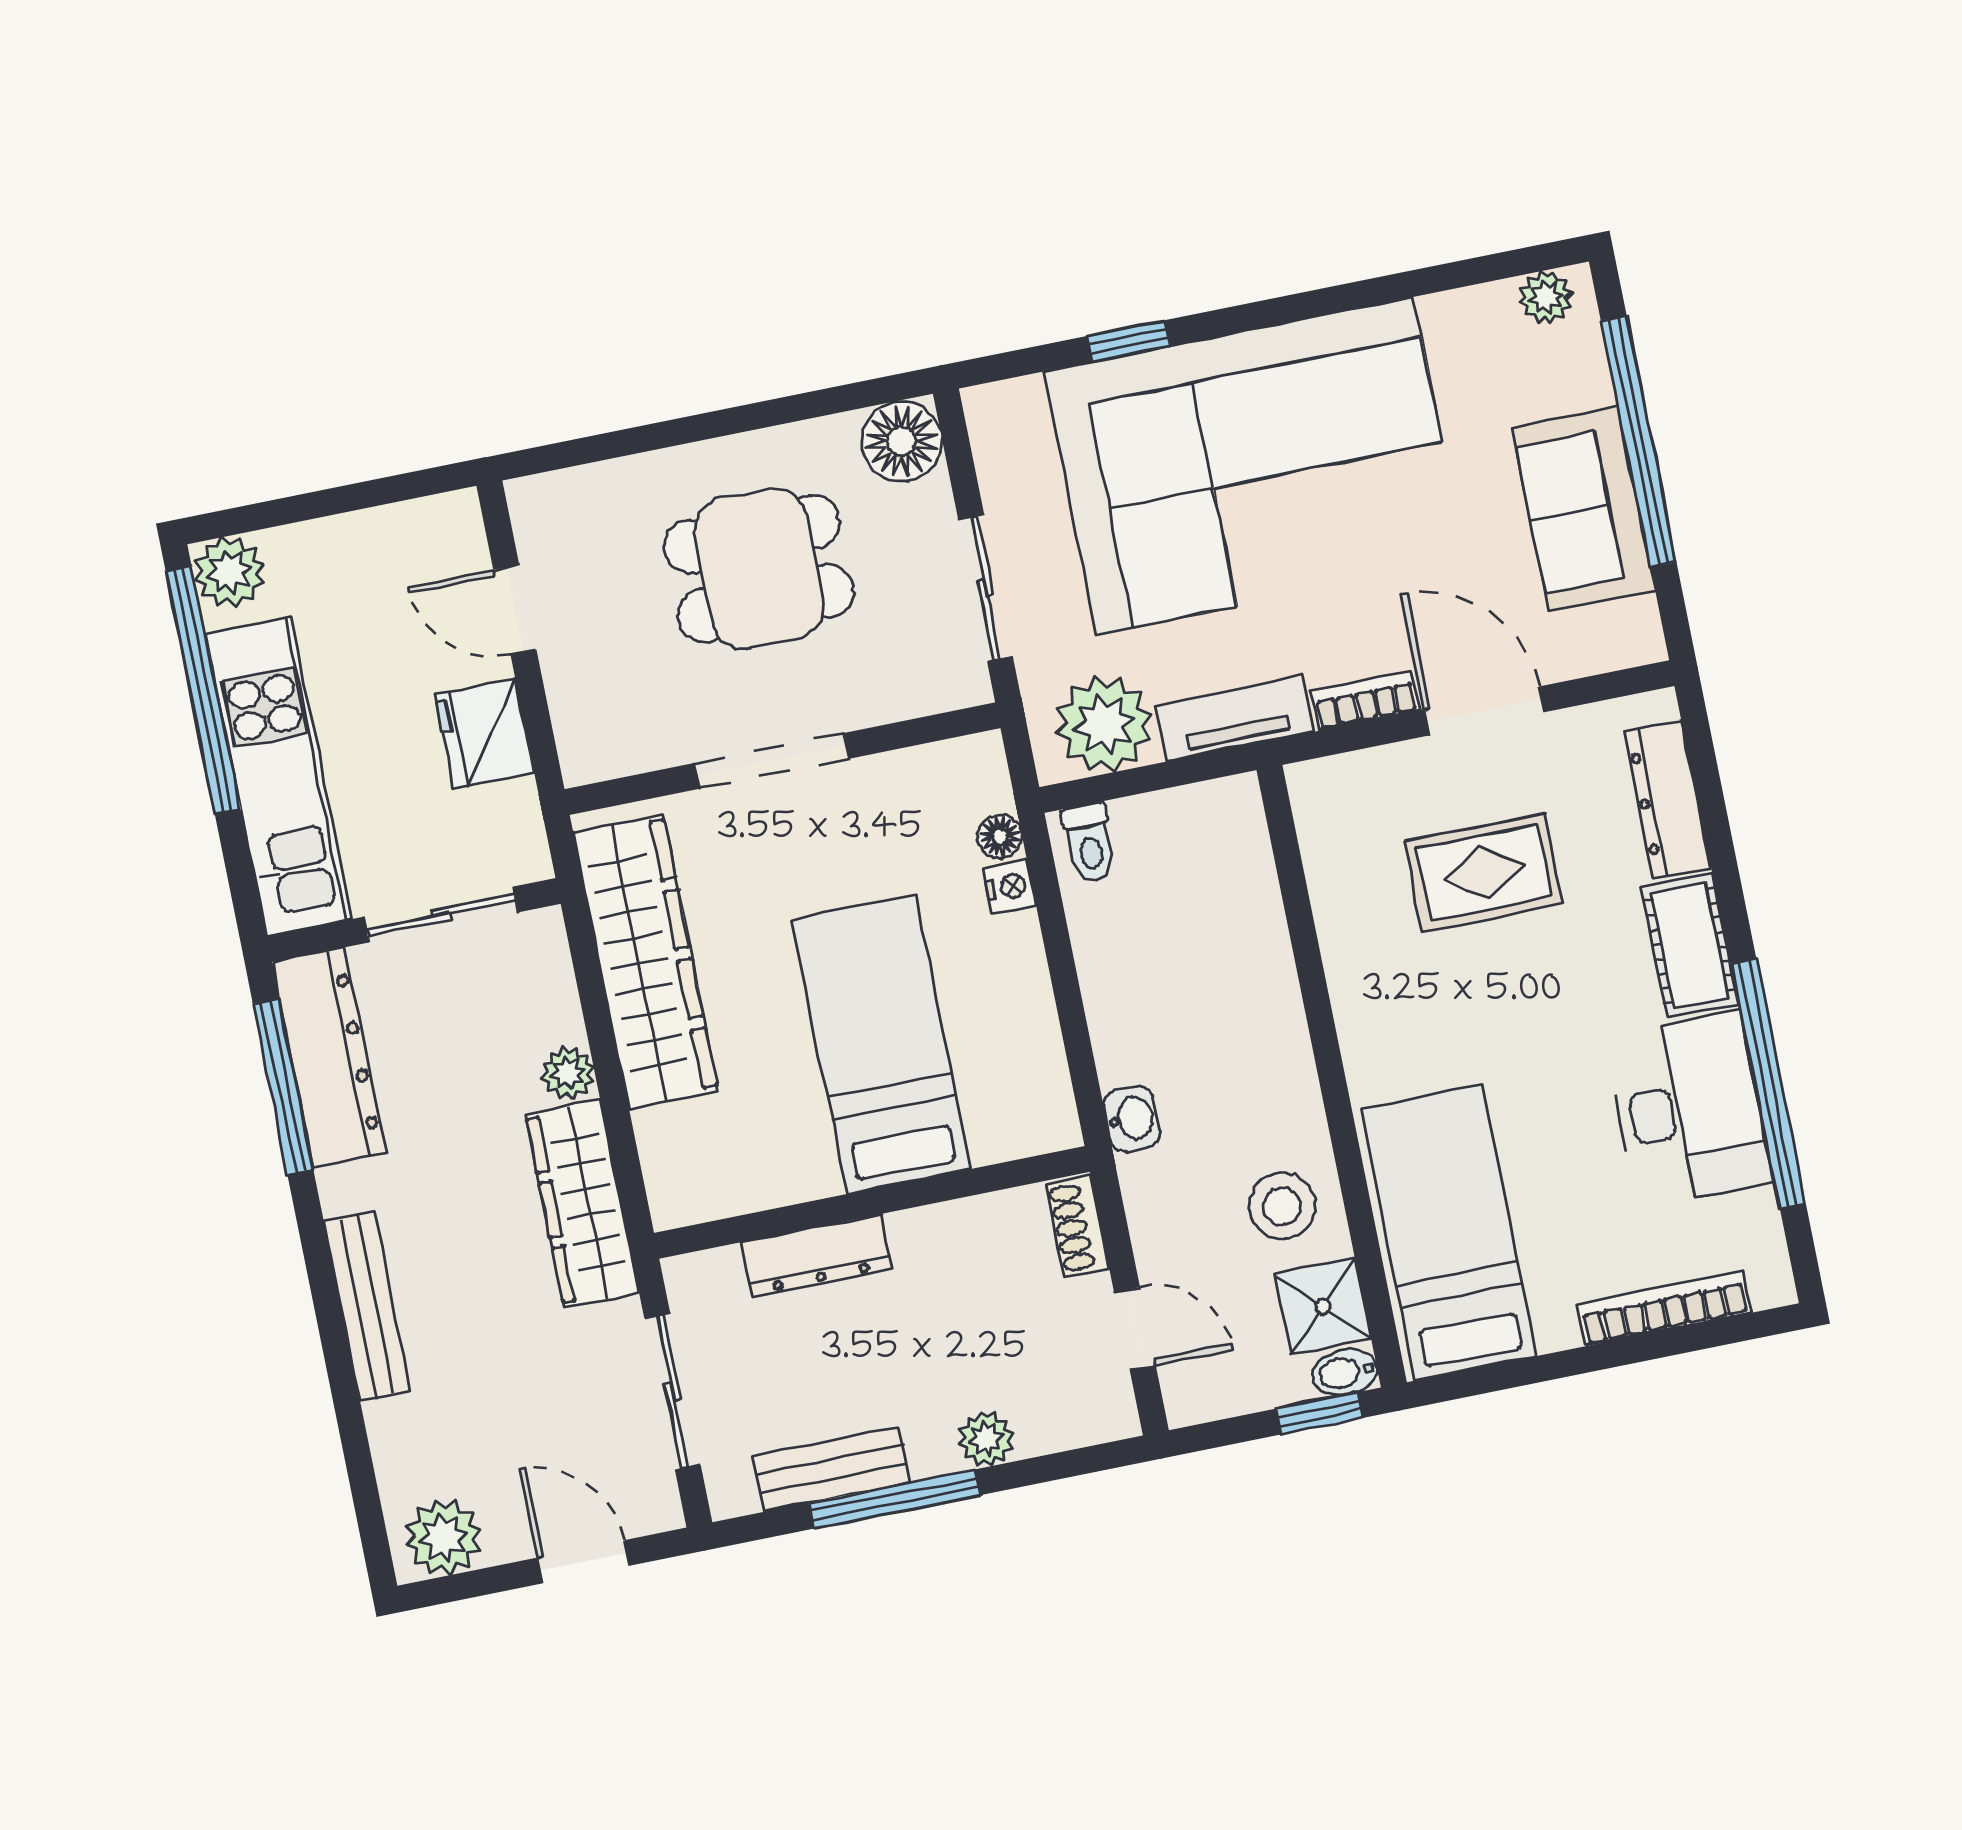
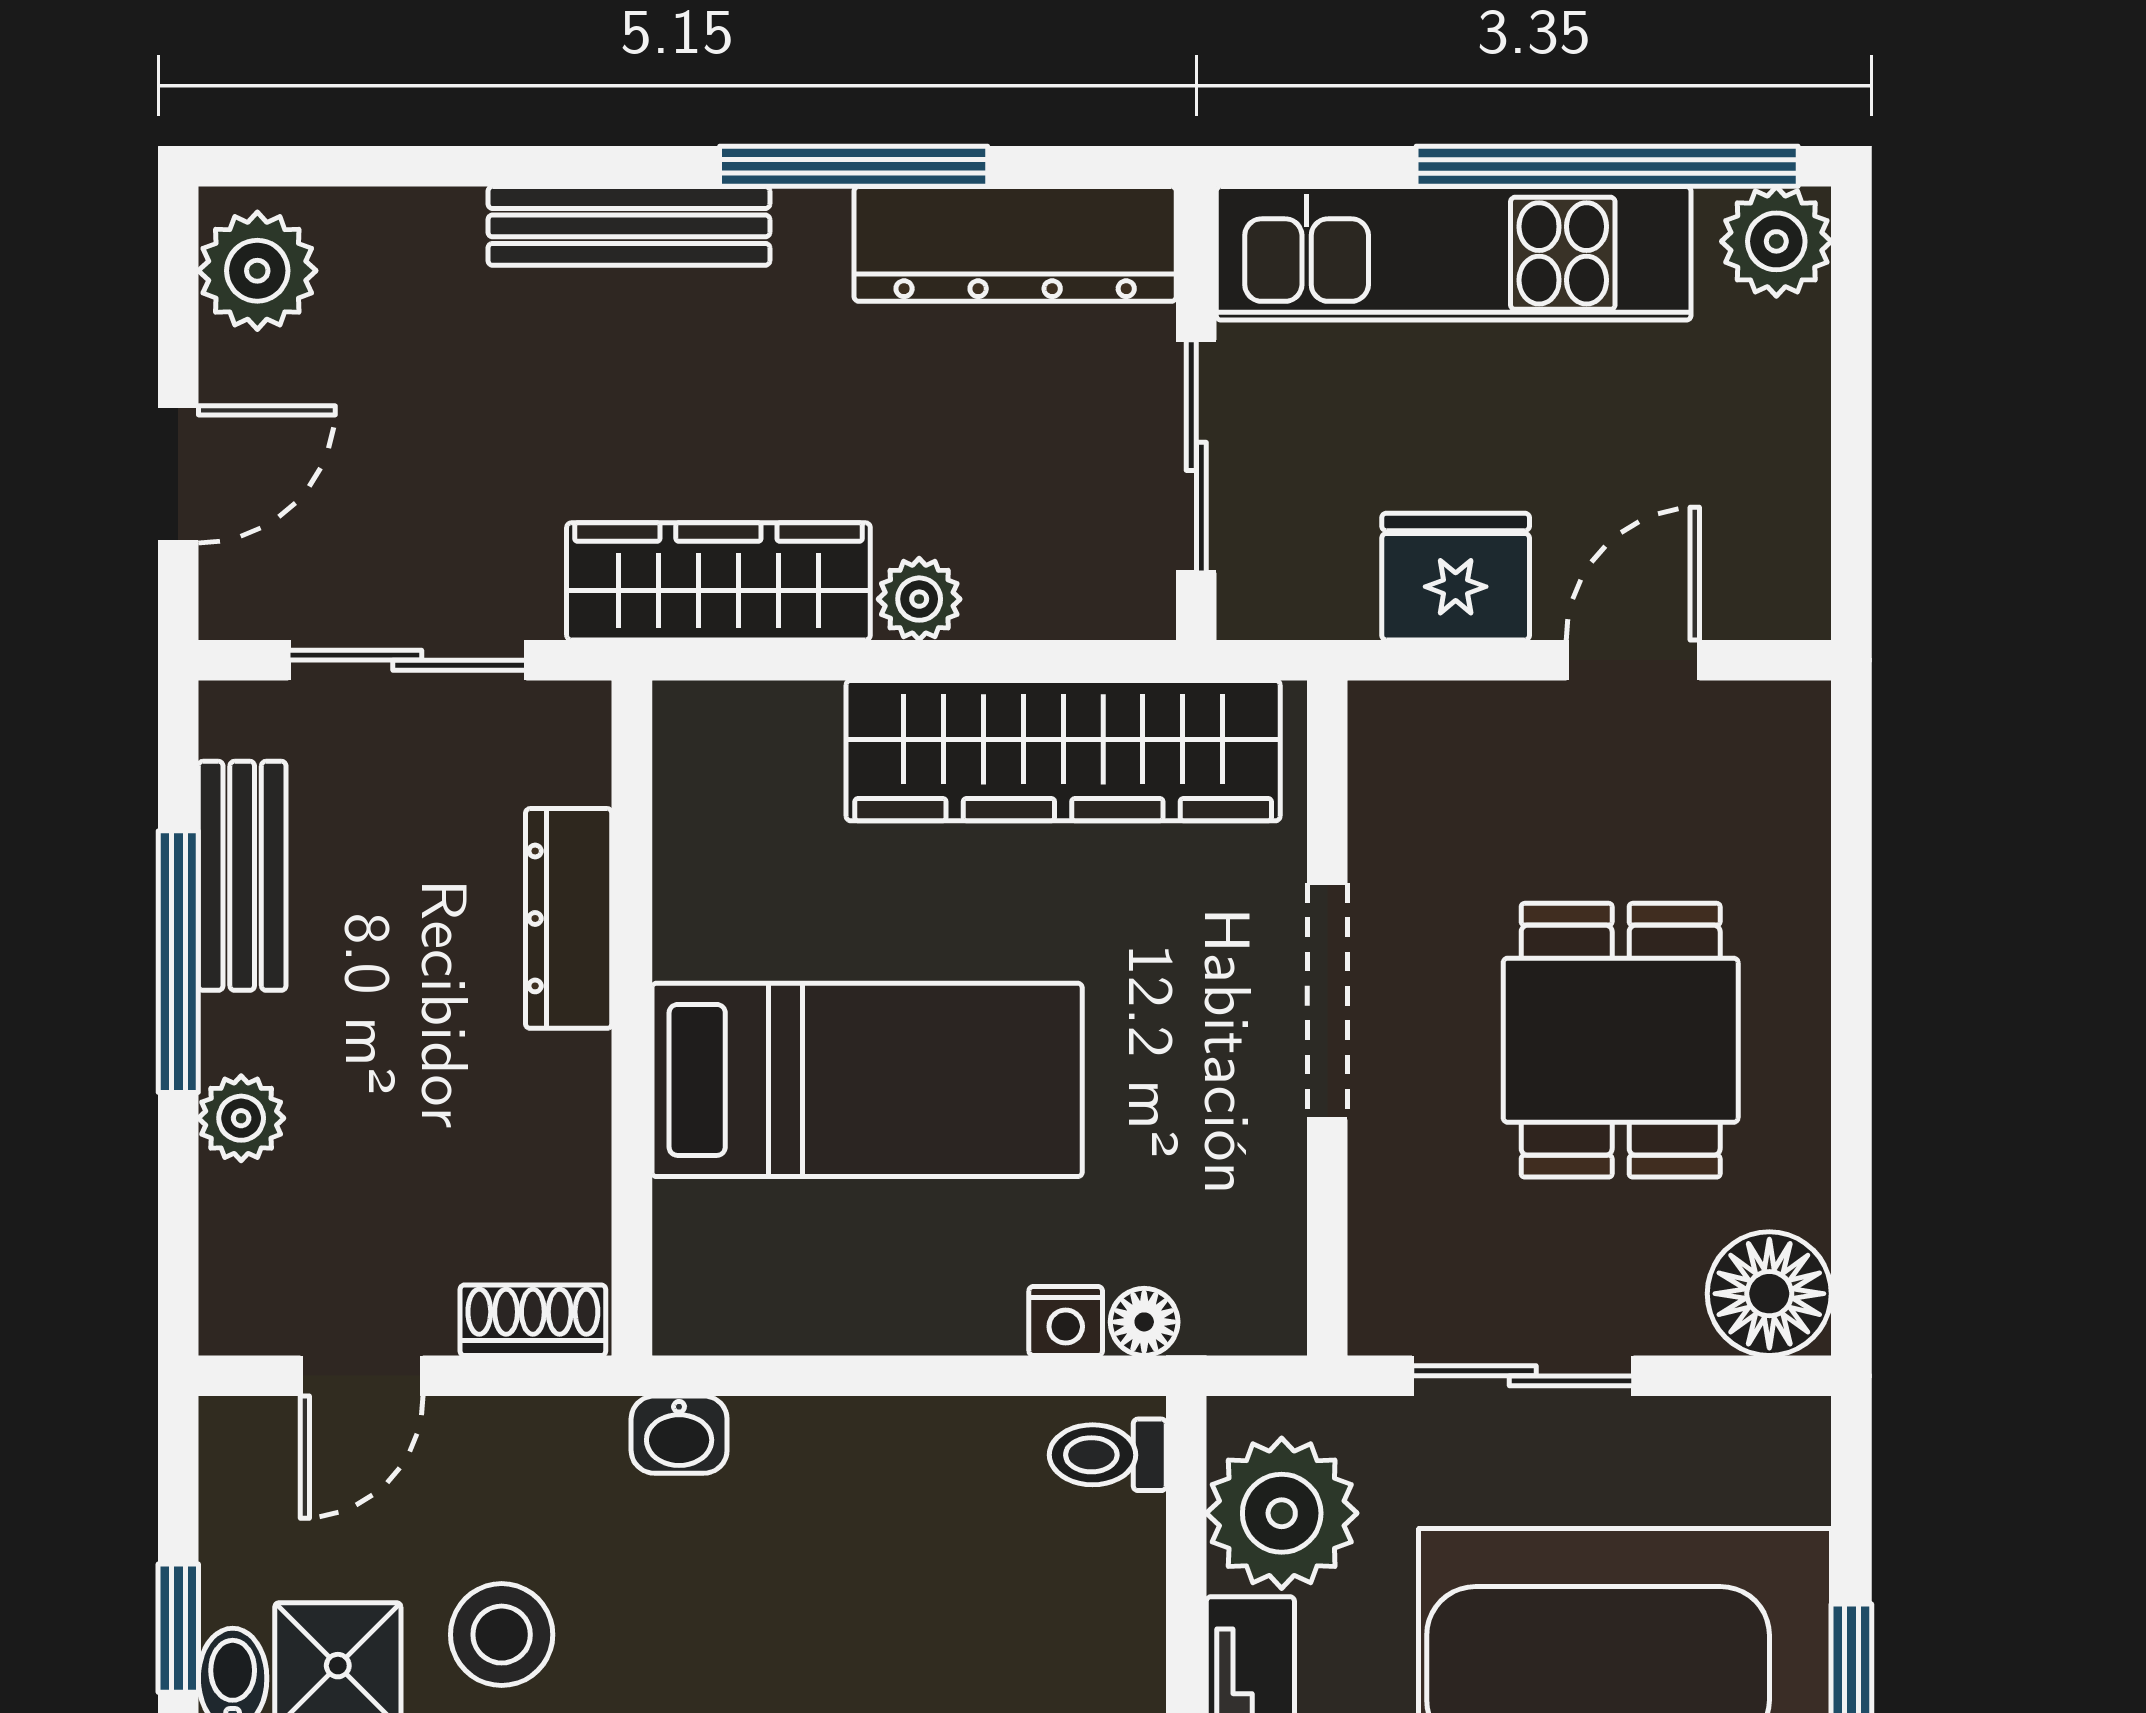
window: (283, 1086) -> (854, 166), moved

